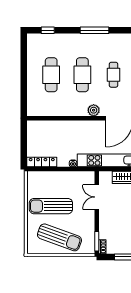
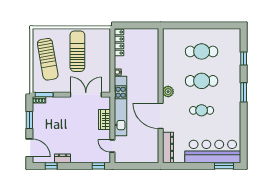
window: (48, 30) -> (244, 59), moved
window: (94, 30) -> (244, 92), width x0.69
double door: (97, 197) -> (86, 95), width x1.37
sun lounger: (59, 237) -> (48, 59), turned -30

